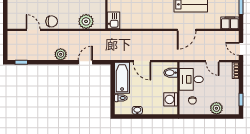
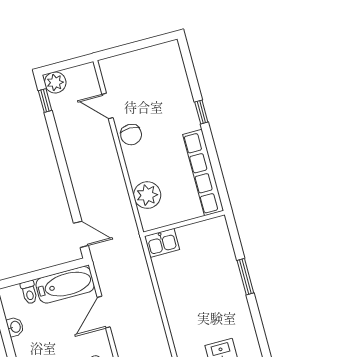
door: (33, 30) -> (107, 106), swing flipped
plant: (61, 54) -> (55, 82), moved
door: (85, 62) -> (81, 234), moved

